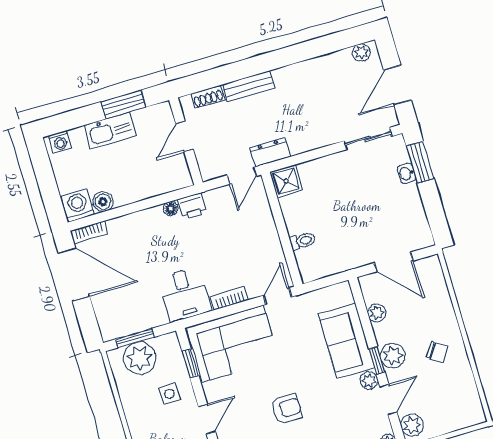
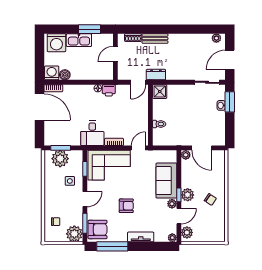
washing machine: (60, 142) -> (56, 43), width x1.89, depth x1.89
plant: (377, 313) -> (186, 155), moved

